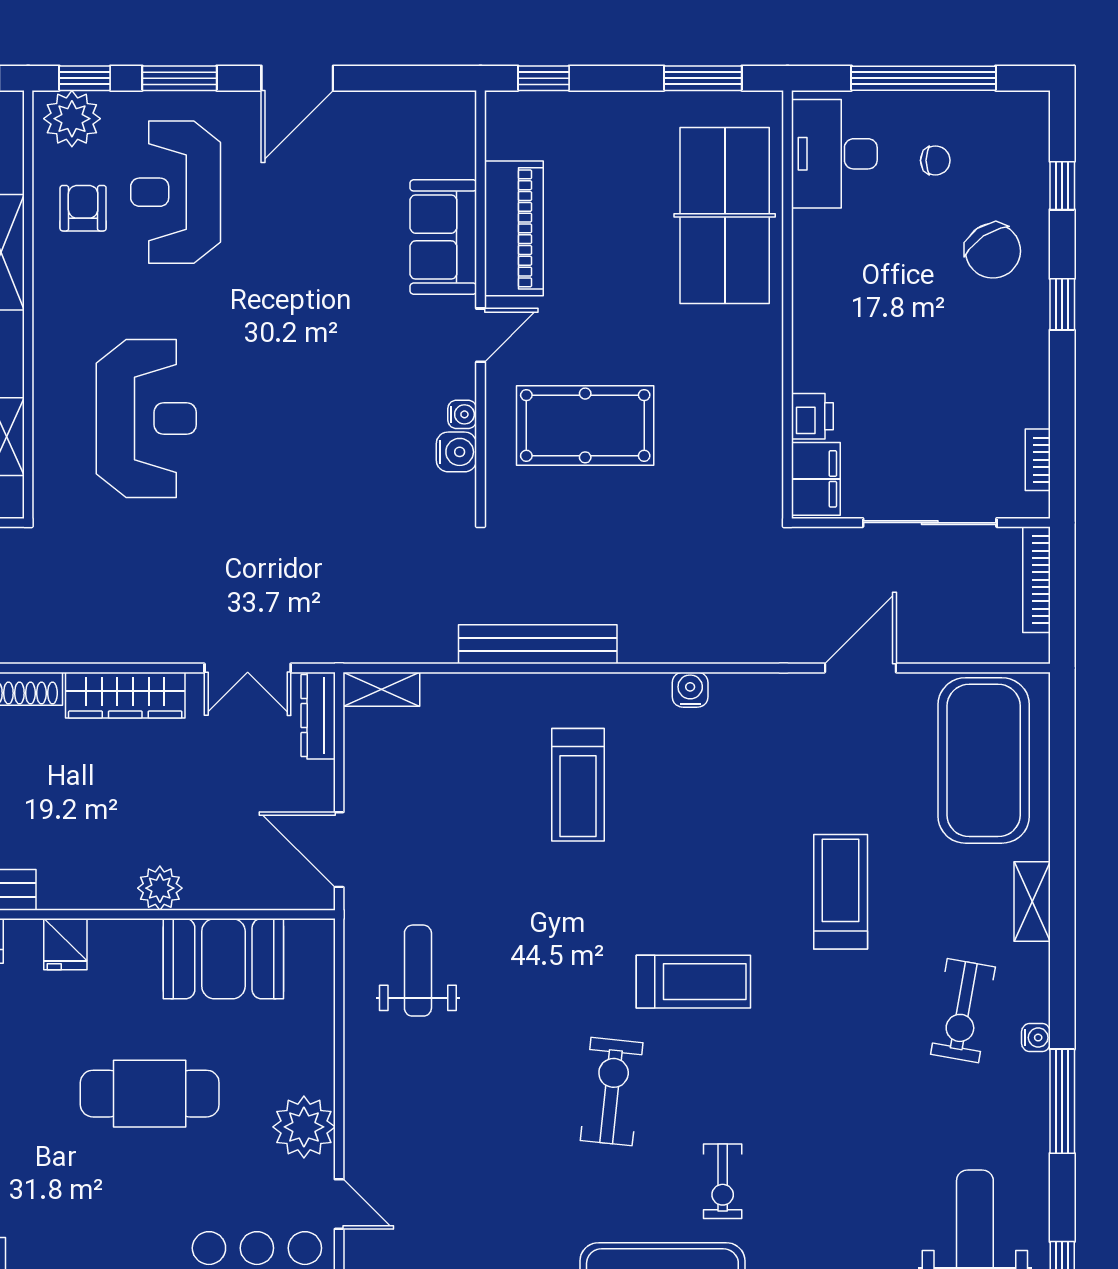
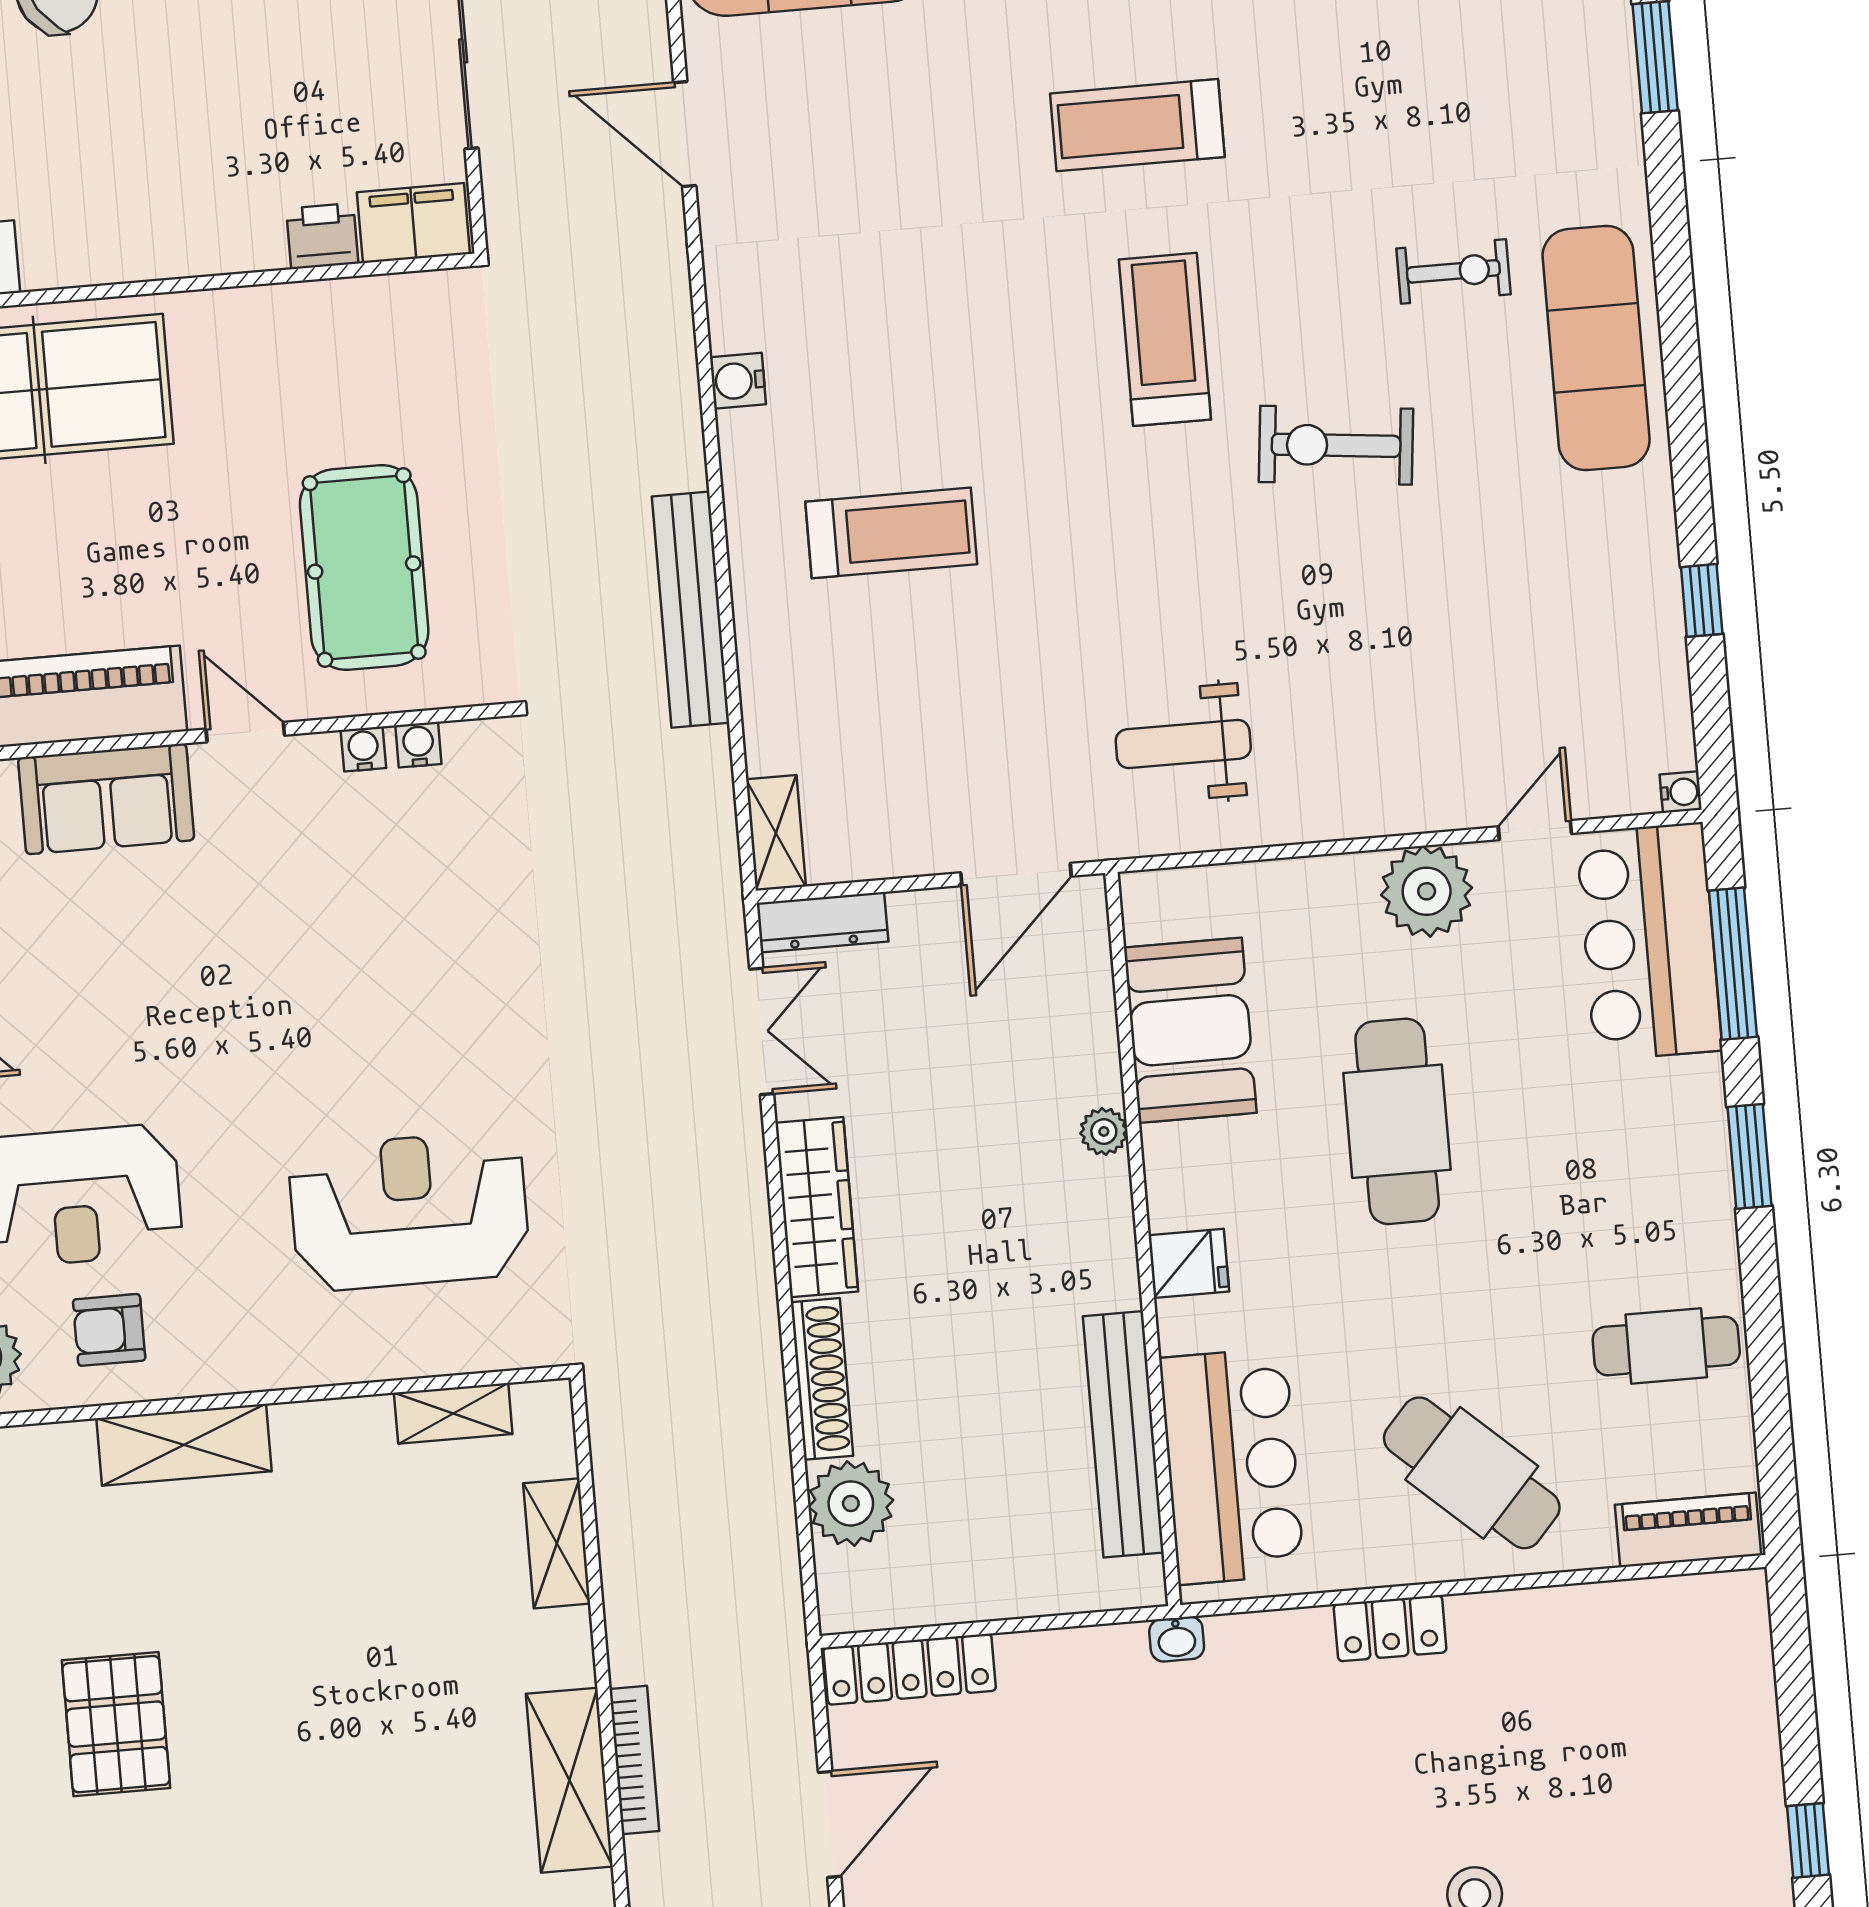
water cooler: (456, 452) -> (418, 745), width x0.72, depth x0.72
plant: (160, 888) -> (1104, 1132), width x0.73, depth x0.73
treadmill: (841, 892) -> (1137, 125), moved

